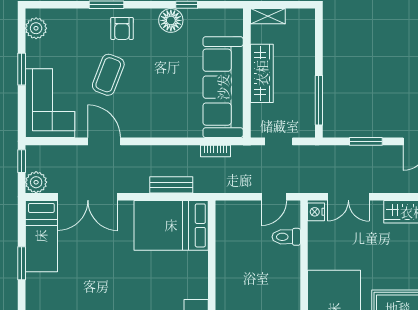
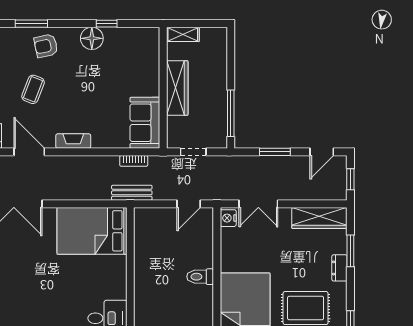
armchair: (122, 28) -> (46, 46), turned 78
coffee table: (108, 75) -> (33, 89), width x0.73, depth x0.77
sofa: (223, 87) -> (145, 123), width x0.54, depth x0.79
fireplace: (151, 130) -> (73, 141), added
bench: (171, 185) -> (132, 193), moved
toilet: (286, 237) -> (200, 277), moved

